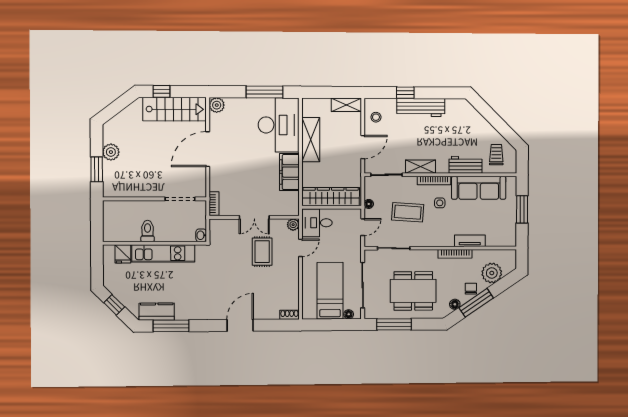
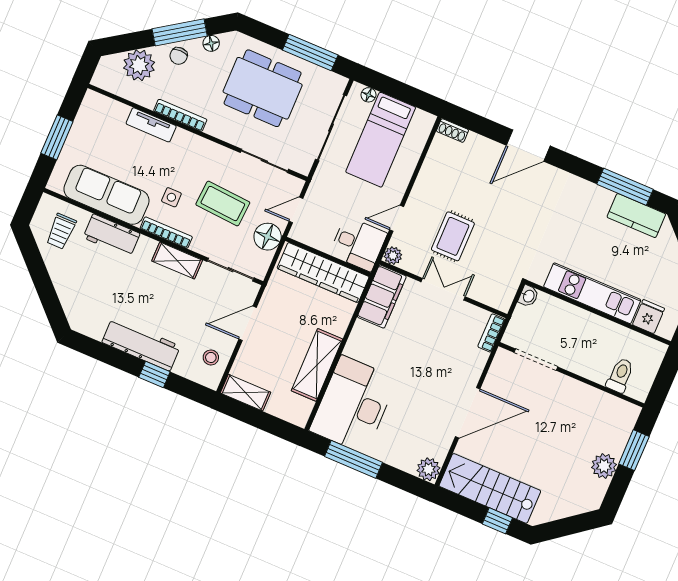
filing cabinet: (289, 172) -> (382, 297), moved
floor lamp: (369, 204) -> (268, 237), width x1.89, depth x1.89
toilet: (148, 231) -> (620, 375), moved, turned 180

